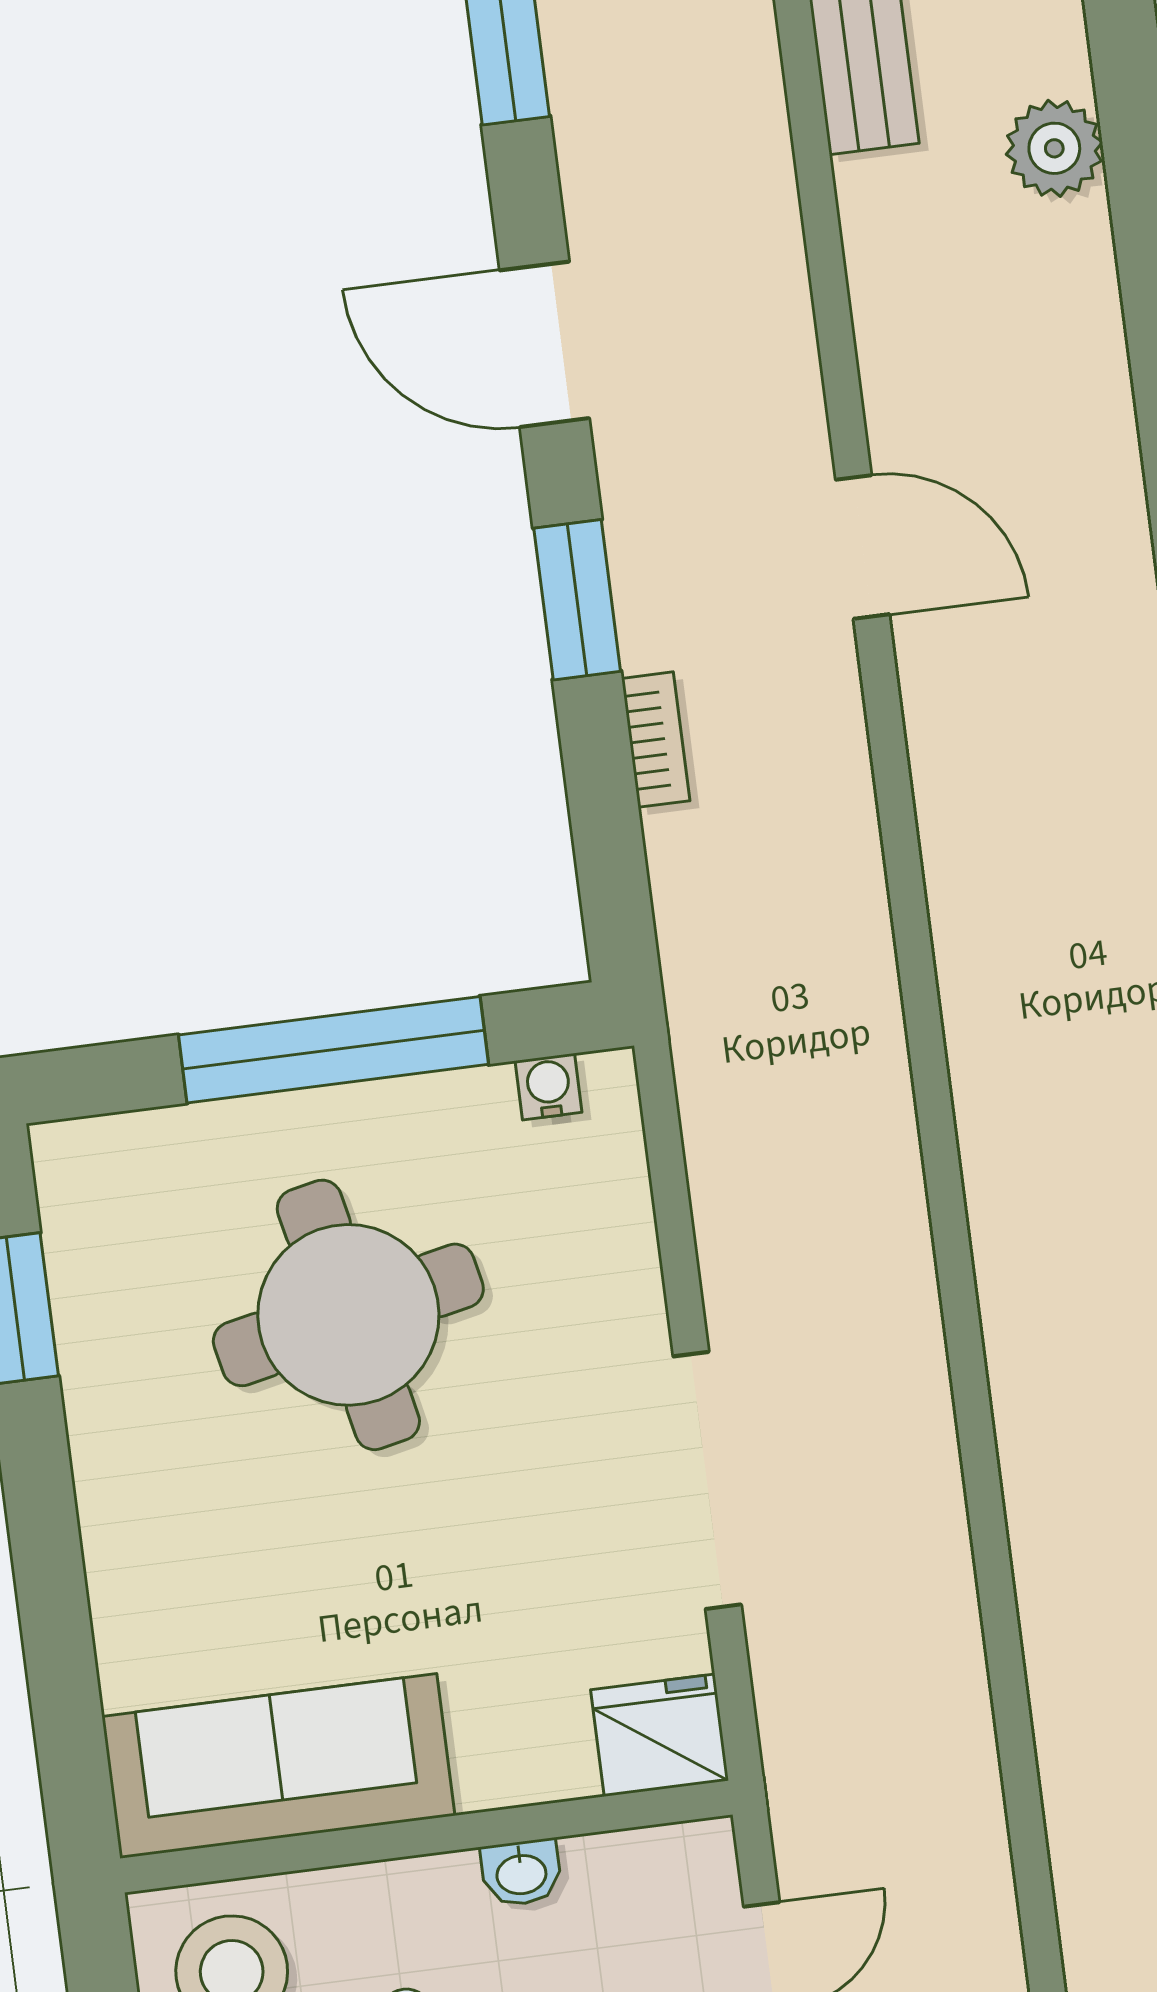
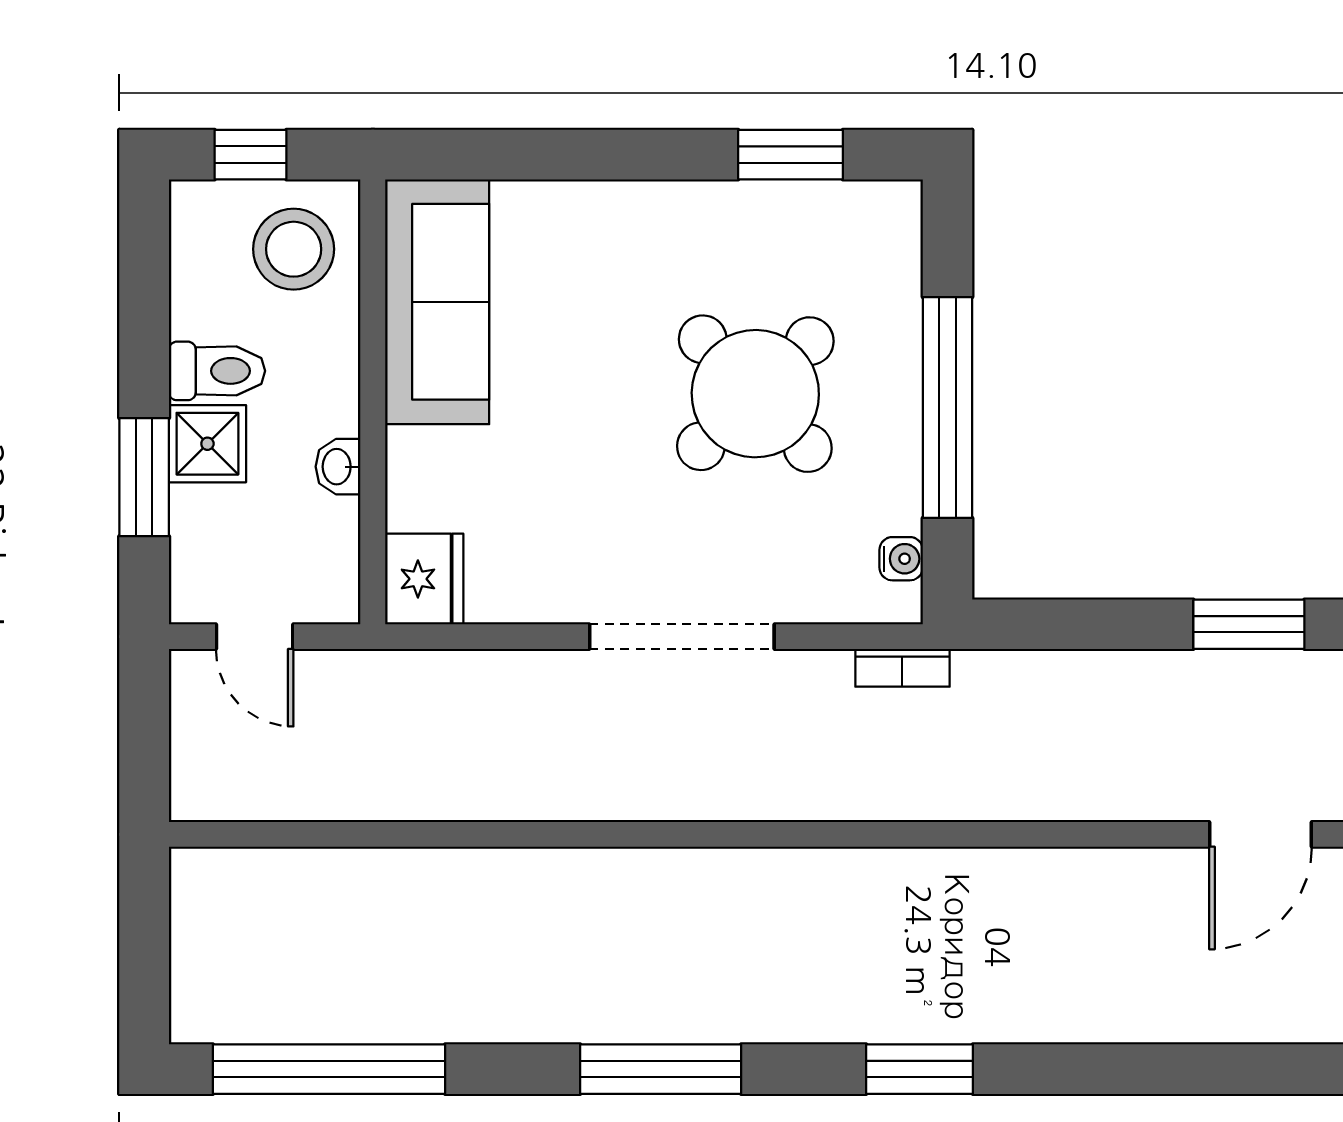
bookcase: (656, 740) -> (902, 668), moved
round table: (348, 1315) -> (755, 394), turned -32
doorway: (707, 1480) -> (682, 637), moved

